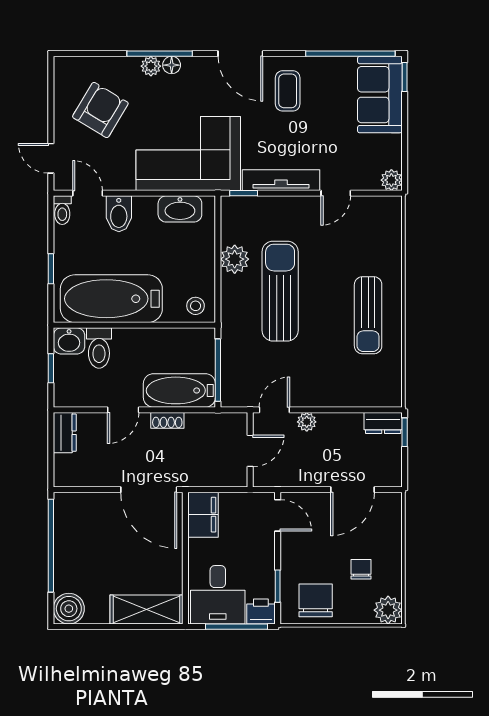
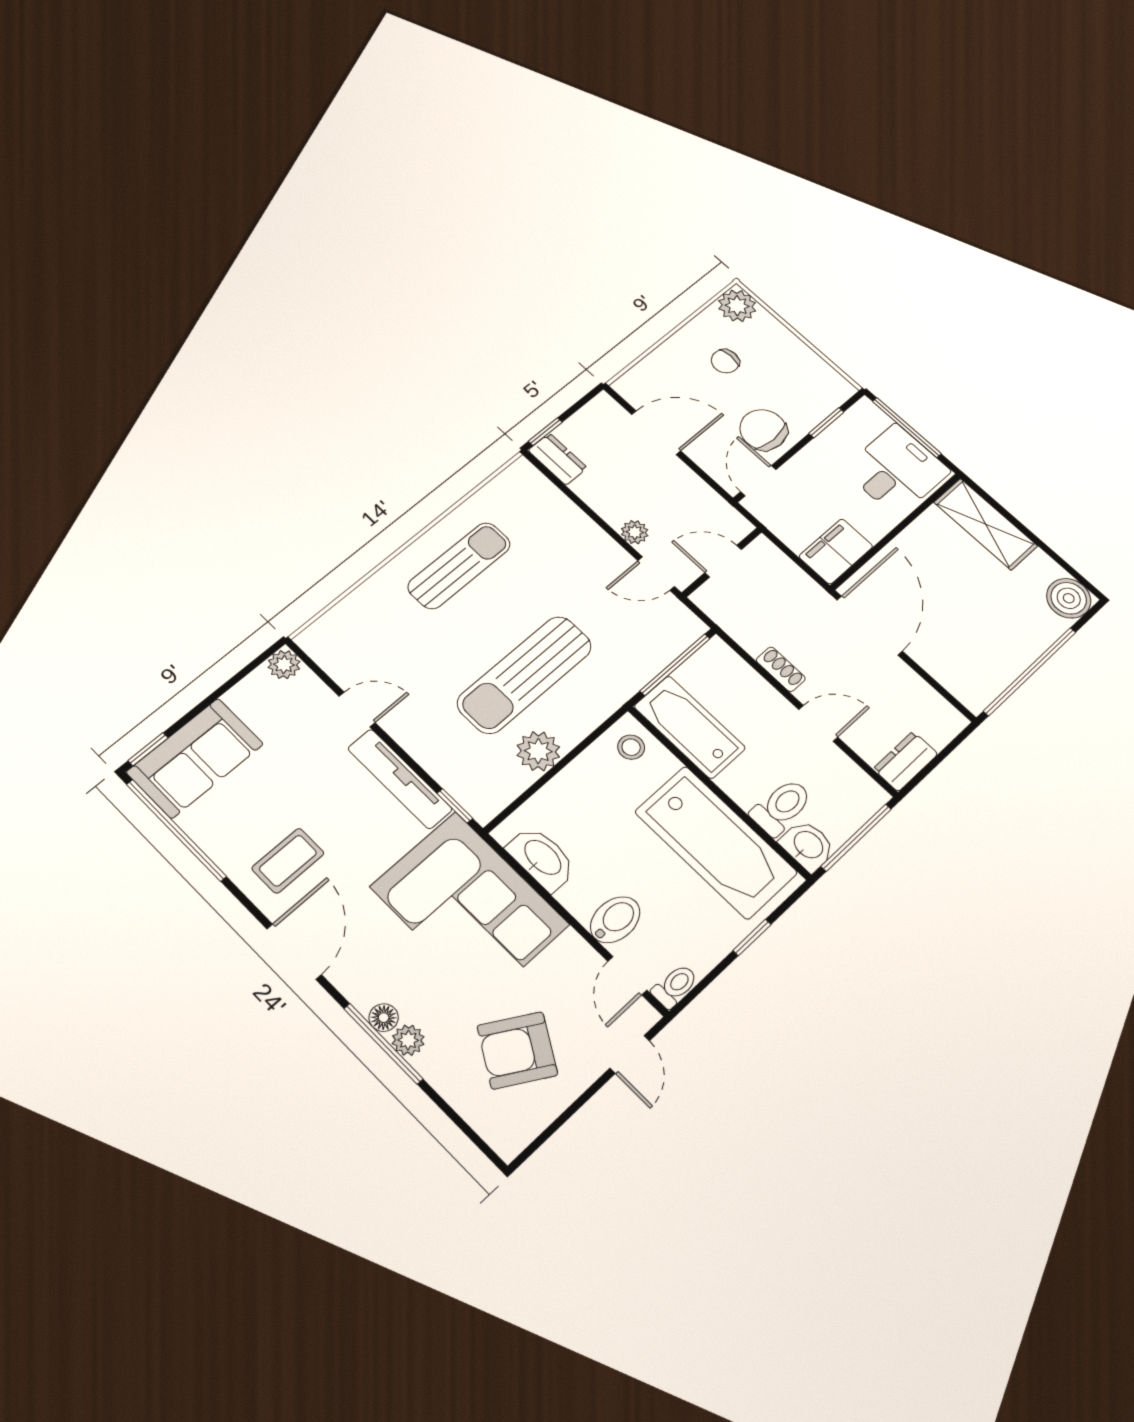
window: (51, 368) -> (856, 838), width x2.17
bathtub: (179, 390) -> (690, 727), moved, turned 180
chair: (316, 600) -> (763, 430), moved, turned 90
printer: (261, 611) -> (867, 418), removed

